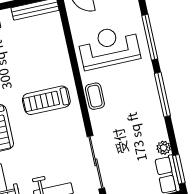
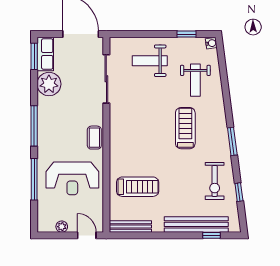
treadmill: (46, 100) -> (138, 187), moved
plant: (164, 148) -> (49, 84), width x1.87, depth x1.87

